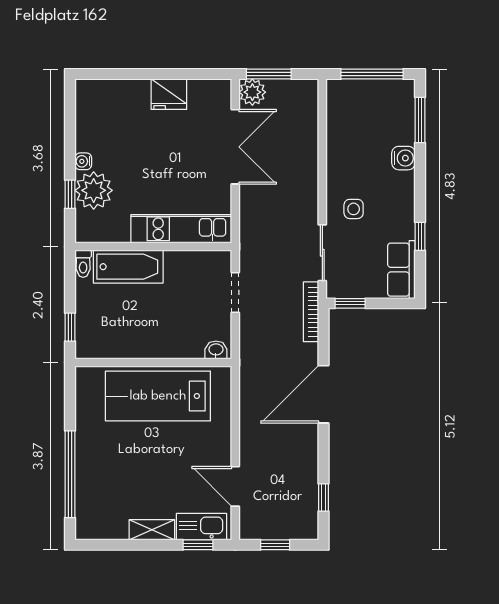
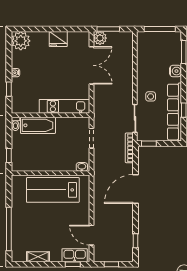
plant: (94, 190) -> (21, 41), moved
row of seats: (401, 270) -> (174, 112), width x2.02
shelving: (152, 530) -> (38, 257), moved

